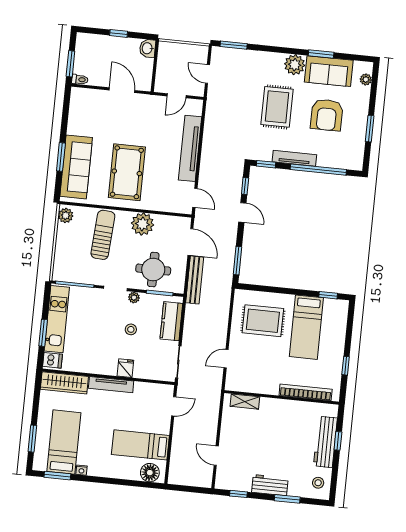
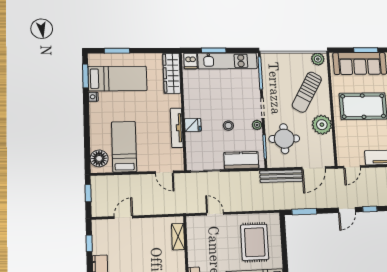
sun lounger: (103, 235) -> (307, 92), turned 116
tv unit: (111, 385) -> (177, 128), moved
window: (186, 489) -> (88, 193), added

